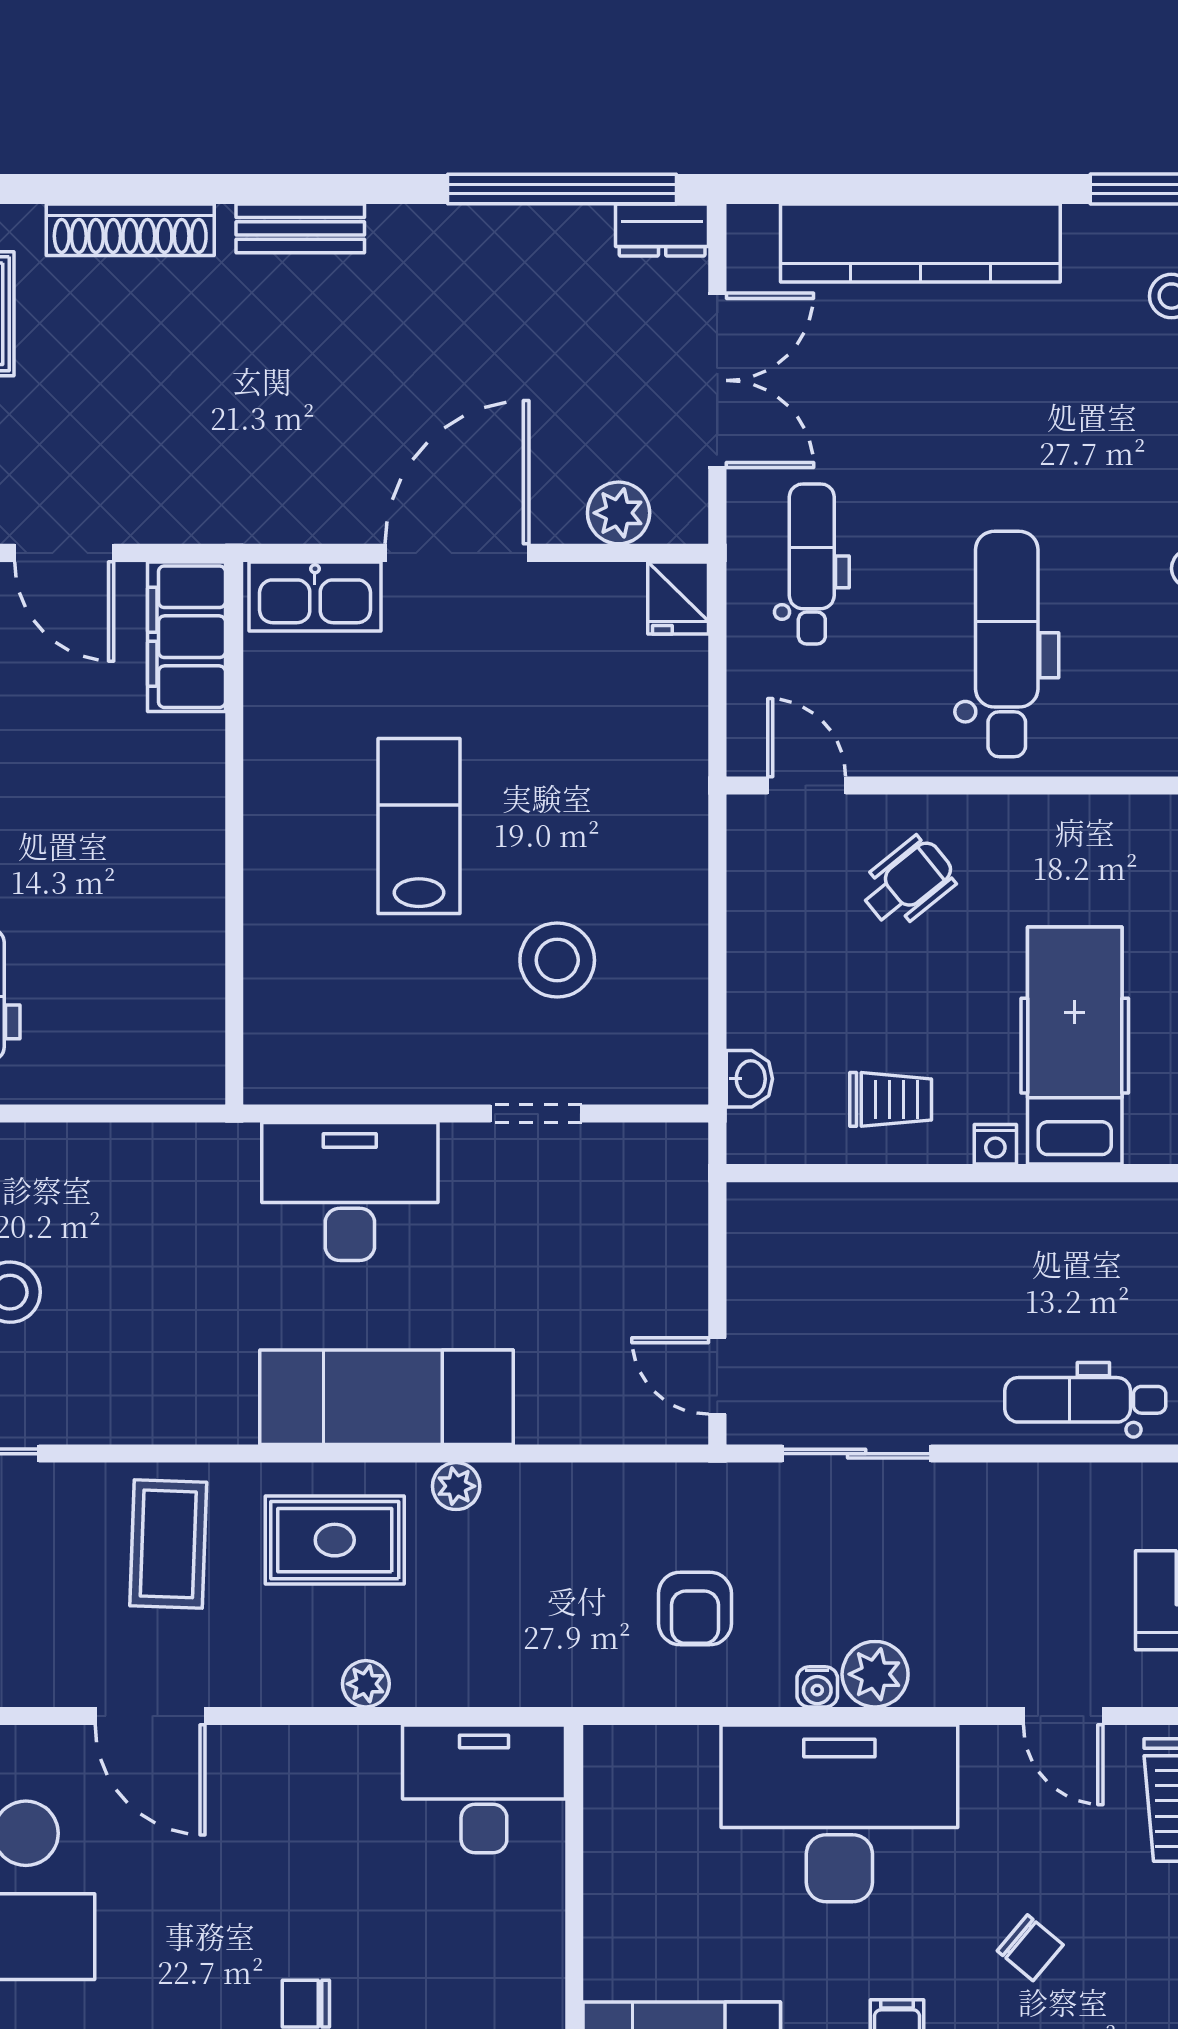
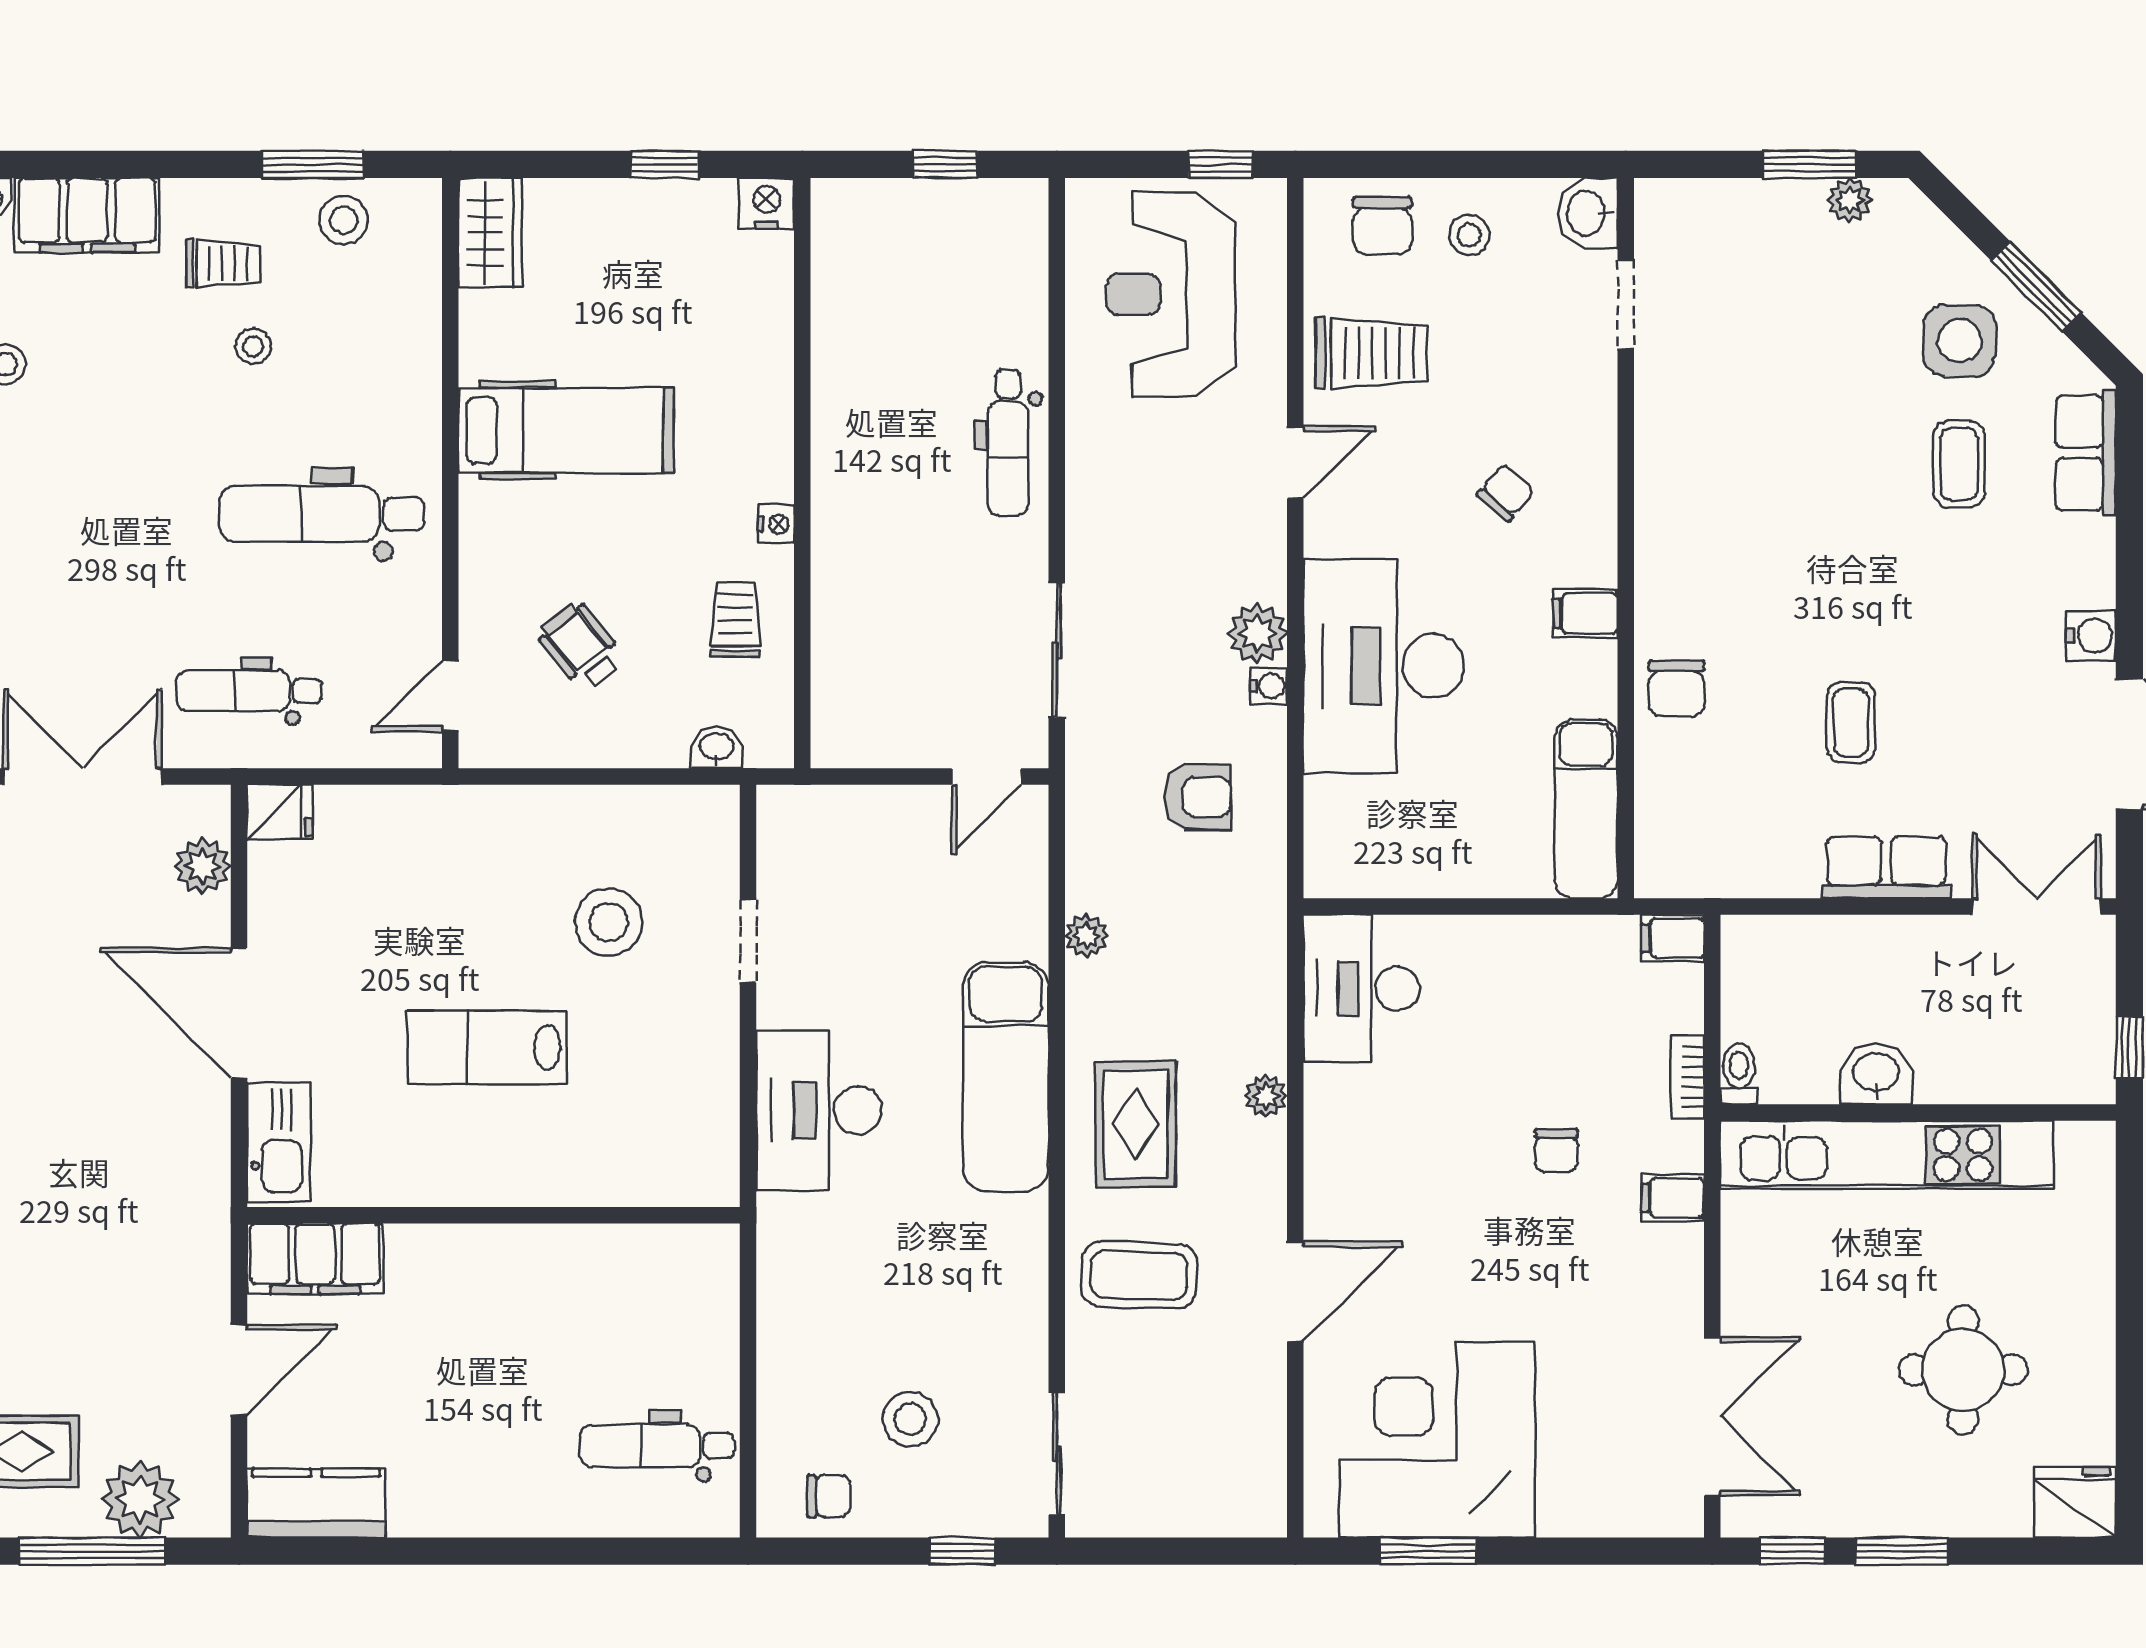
wheelchair: (908, 882) -> (581, 646), moved
hospital bed: (1075, 1046) -> (566, 430), moved, turned 180
plant: (456, 1486) -> (1086, 936), moved

